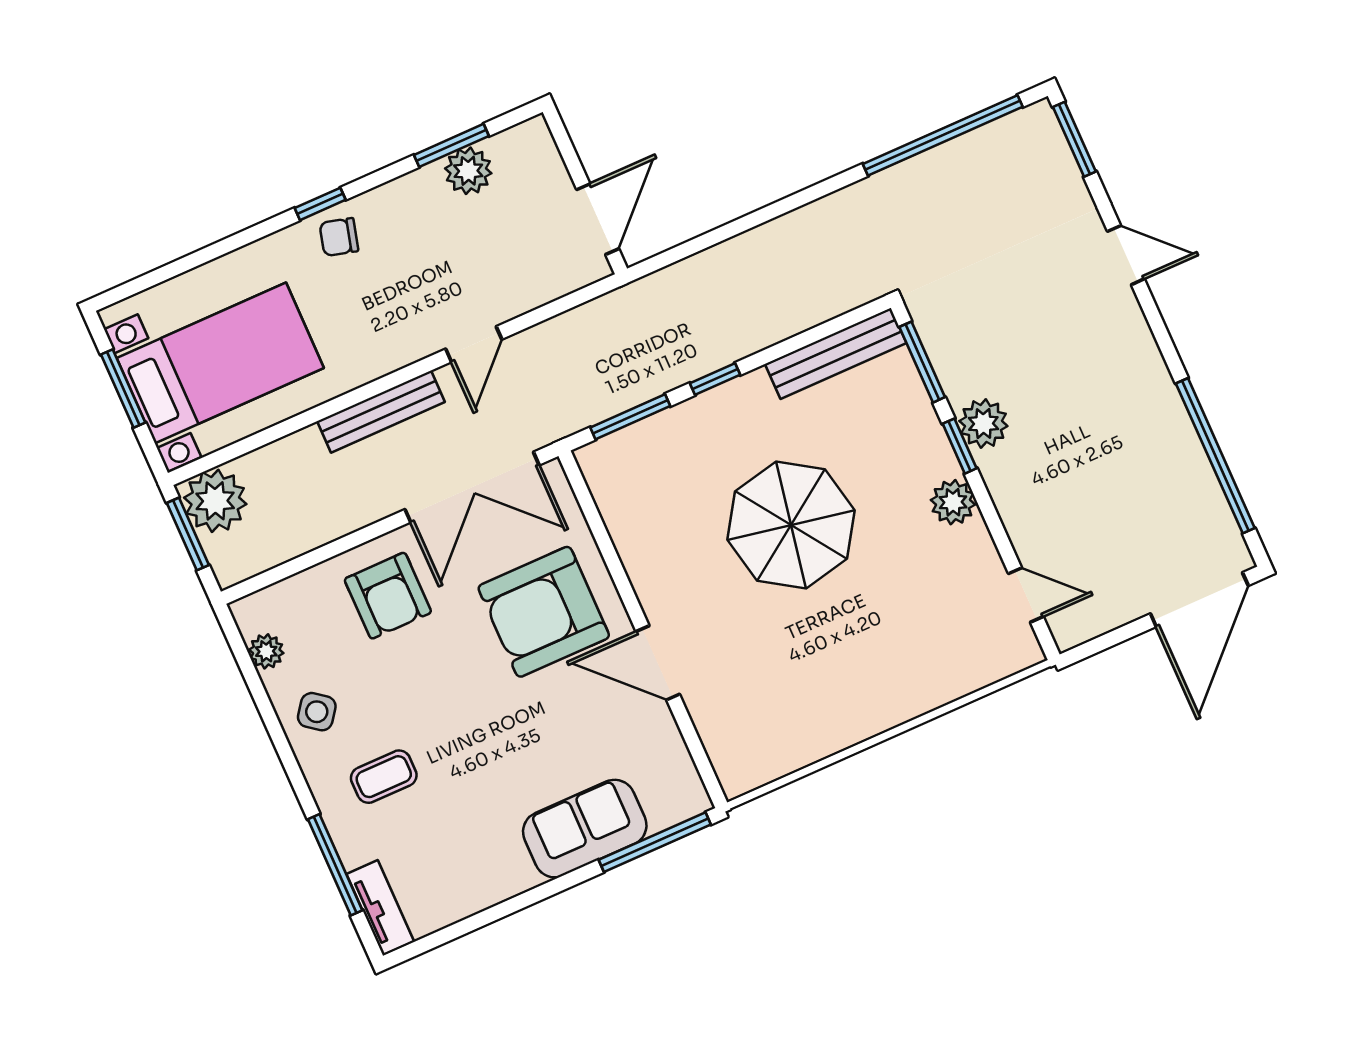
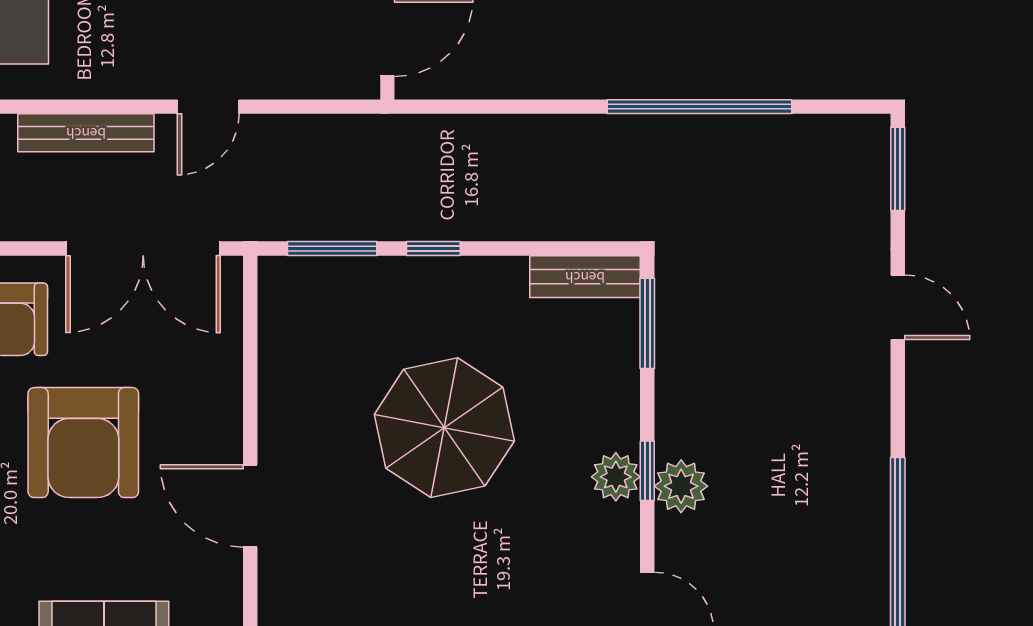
window: (943, 135) -> (700, 107), moved
bench: (836, 353) -> (585, 277), width x0.73
plant: (983, 424) -> (681, 486), moved
window: (960, 446) -> (647, 471), moved
armchair: (544, 612) -> (83, 443), moved, turned -90

